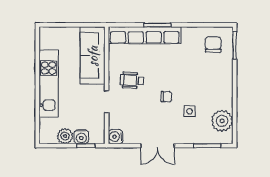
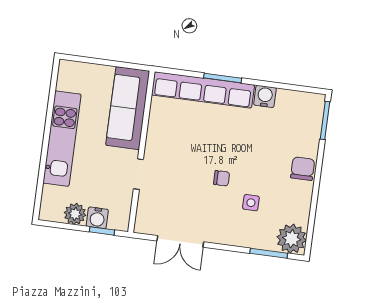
chair: (213, 44) -> (303, 169), moved
wheelchair: (132, 80) -> (177, 149), removed
plant: (222, 121) -> (292, 239), moved
water cooler: (116, 137) -> (265, 96), moved, turned 90
double door: (158, 146) -> (180, 241), moved

